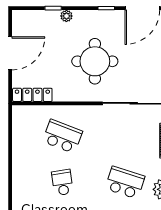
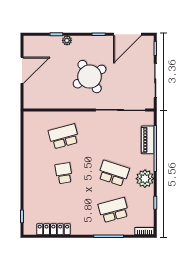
round table: (95, 61) -> (90, 77), turned -31
locker: (32, 95) -> (40, 103), removed
school desk: (62, 136) -> (64, 136), turned -36

